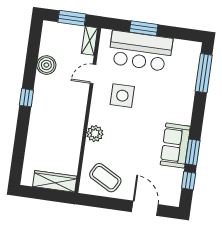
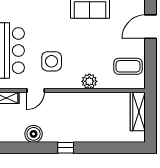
door: (93, 74) -> (36, 91), hinge flipped
coffee table: (105, 178) -> (128, 66), turned 61

